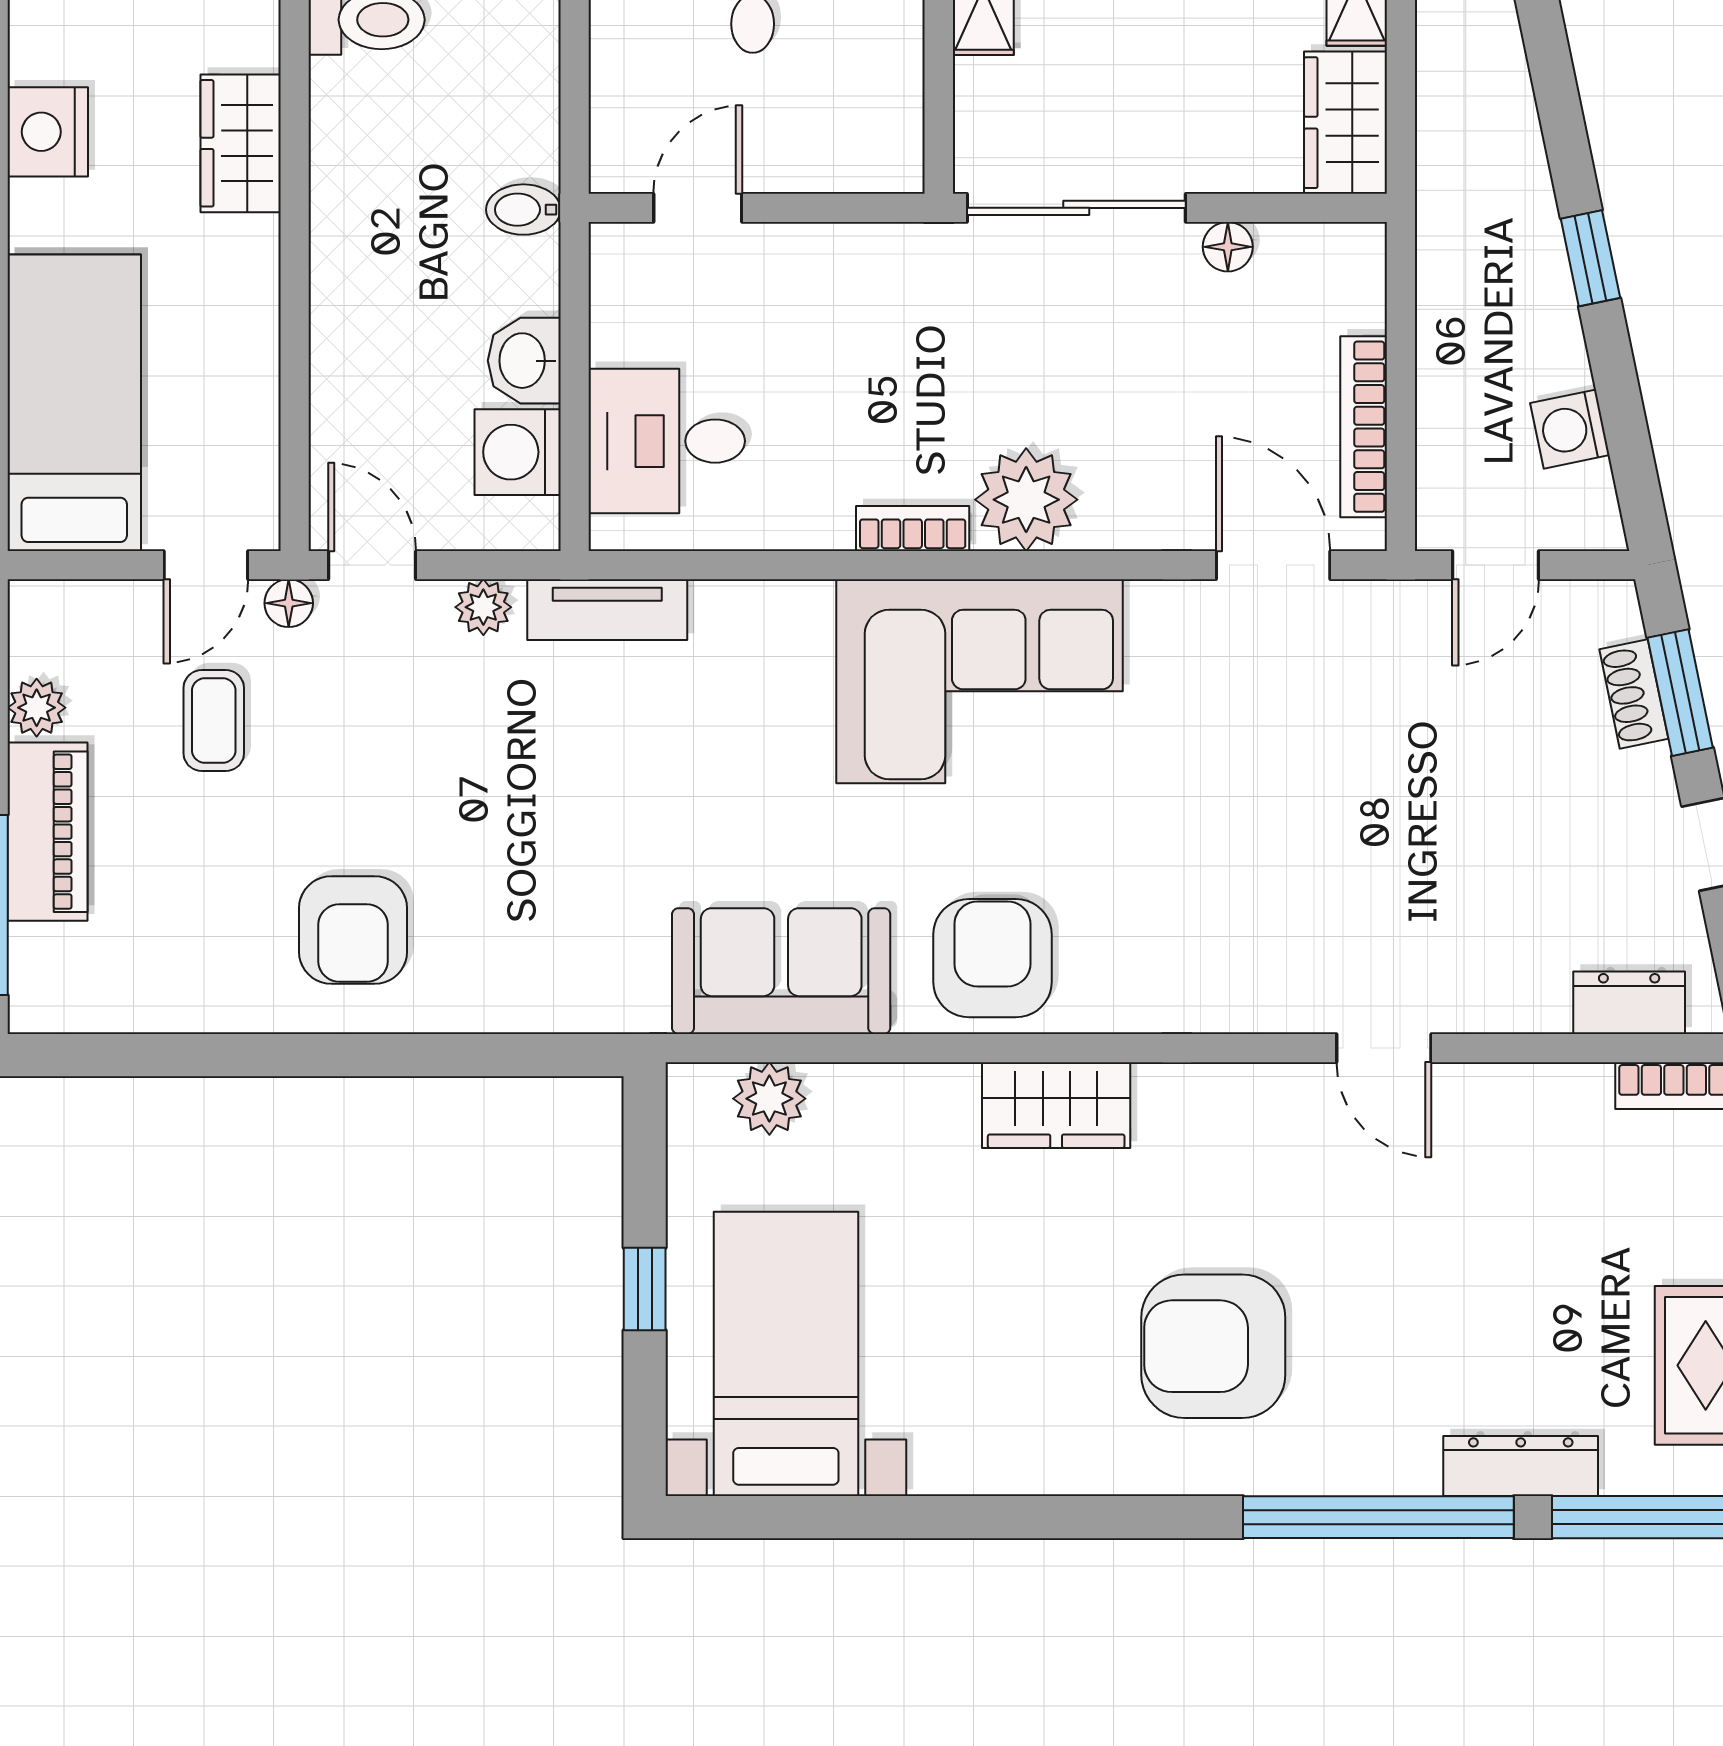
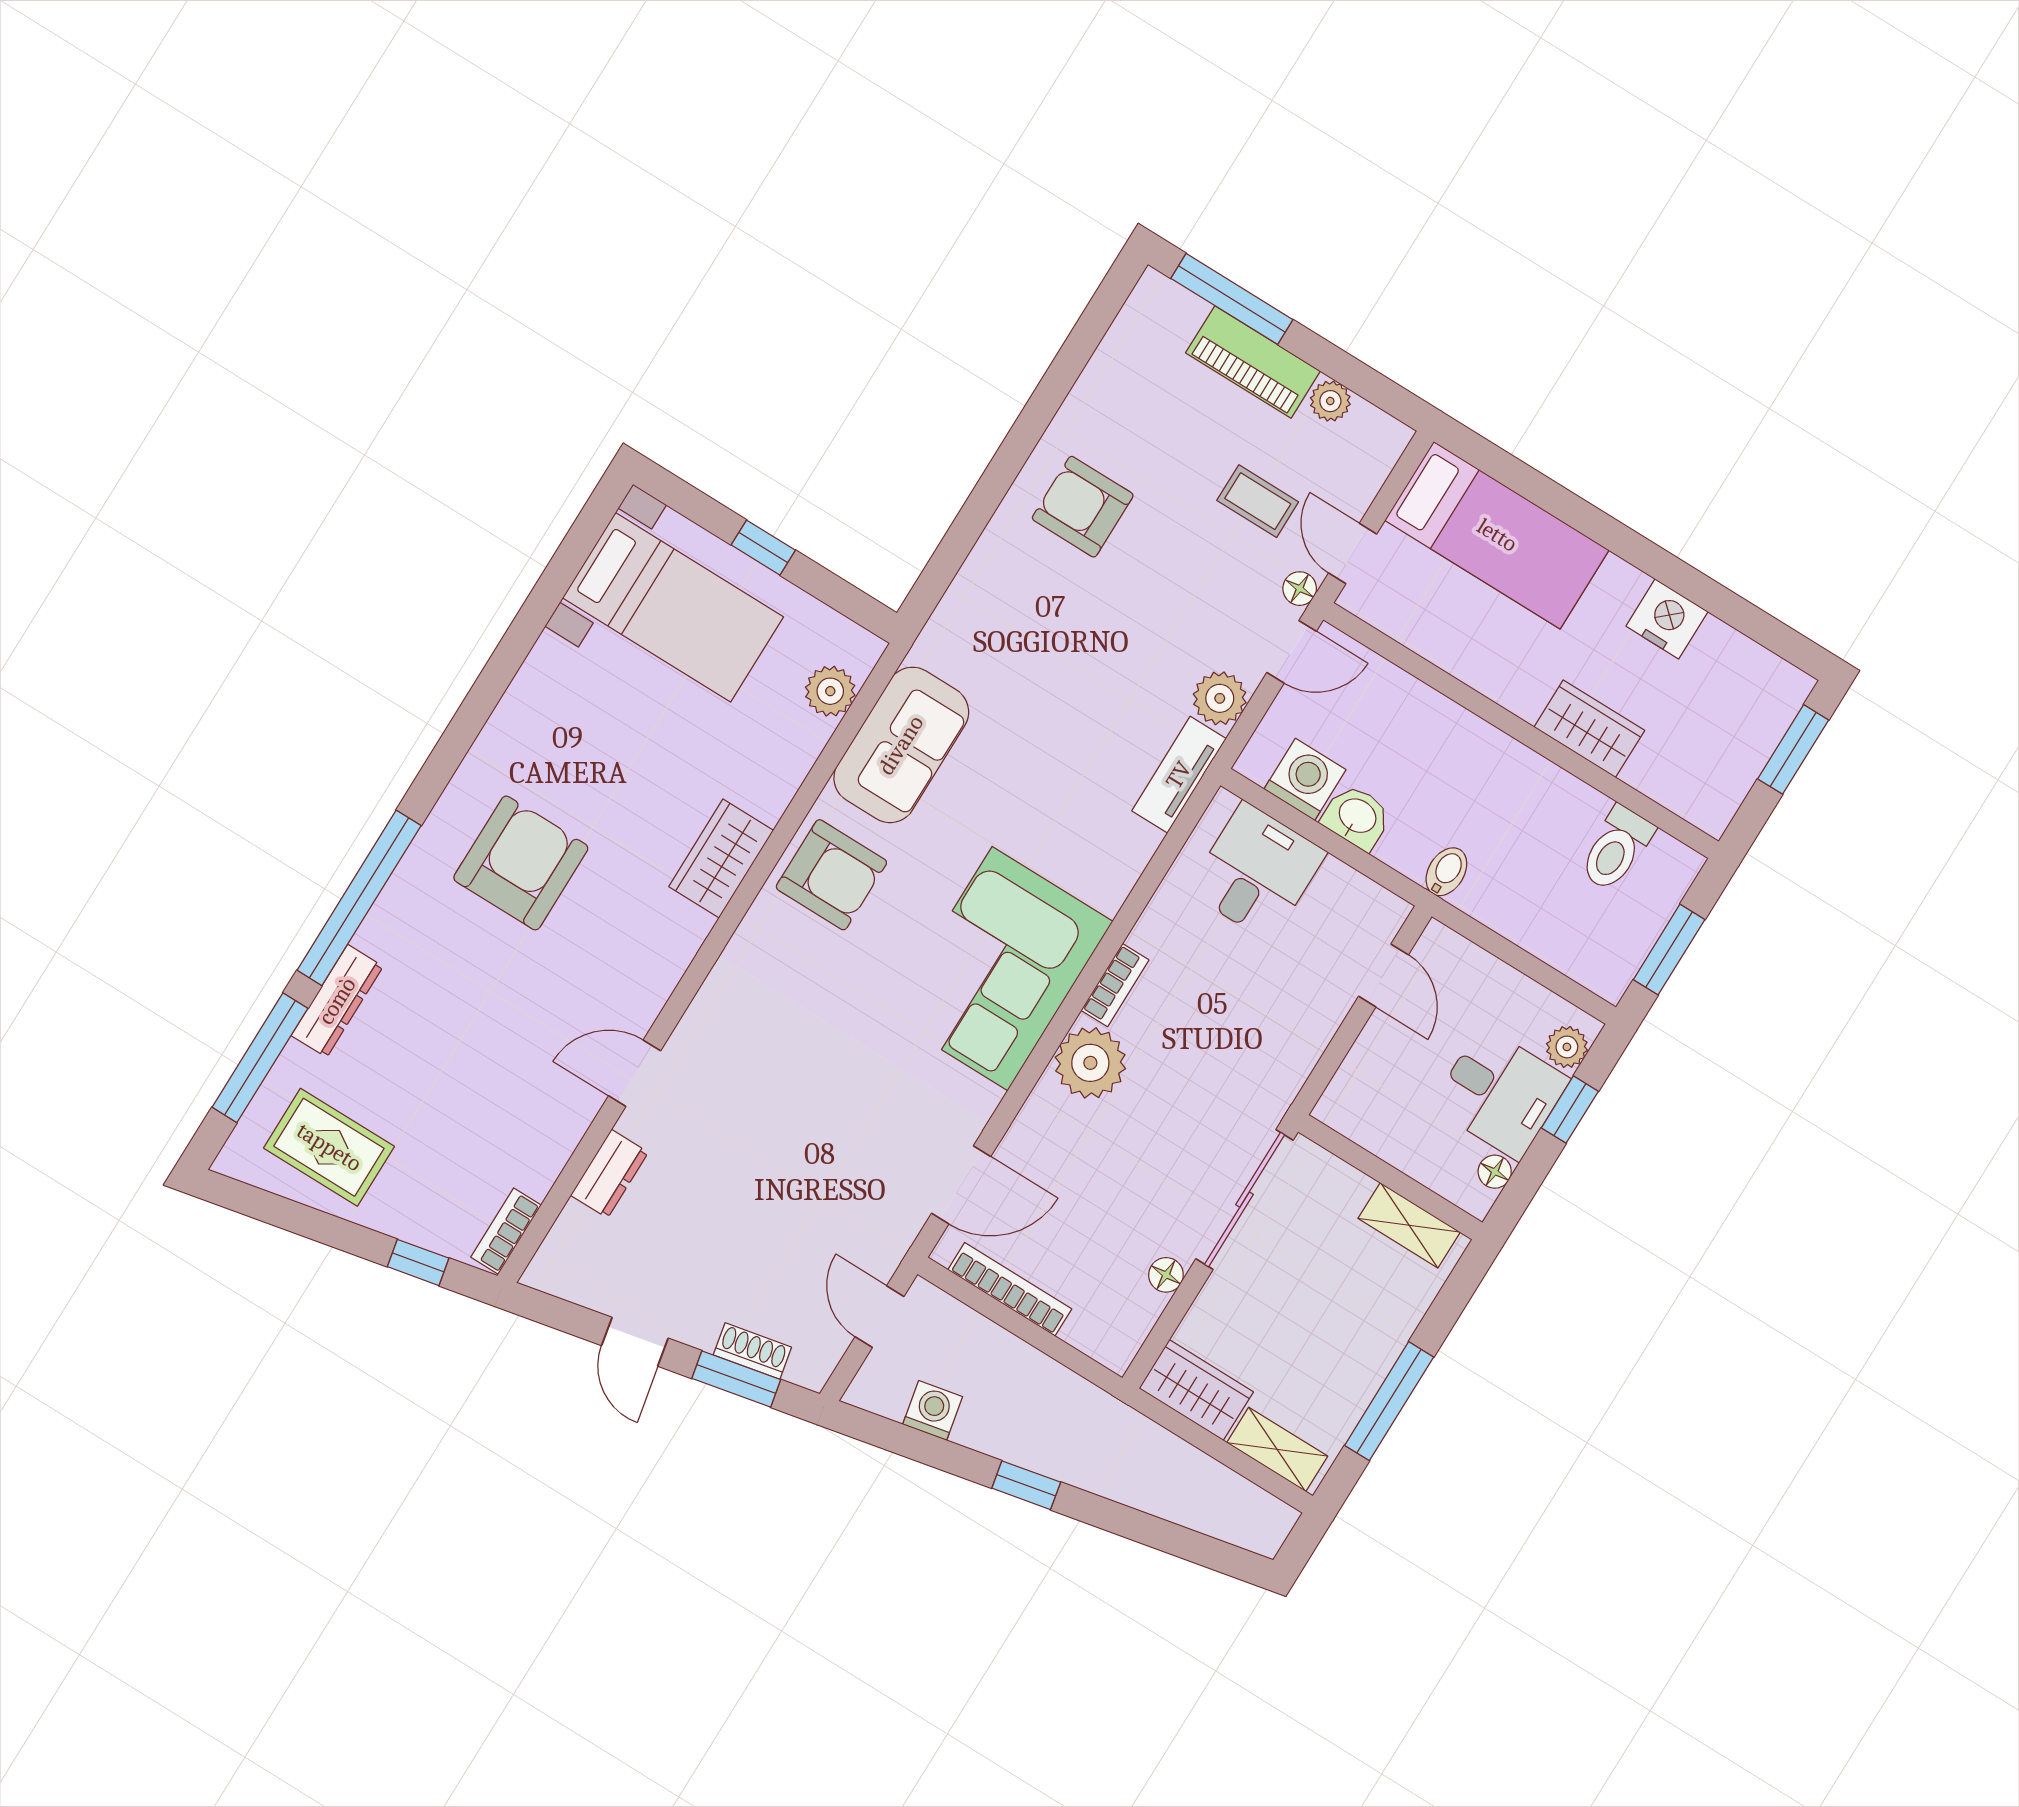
plant: (483, 607) -> (1220, 698), width x1.38, depth x1.38
dresser: (1629, 1003) -> (609, 1174), moved

